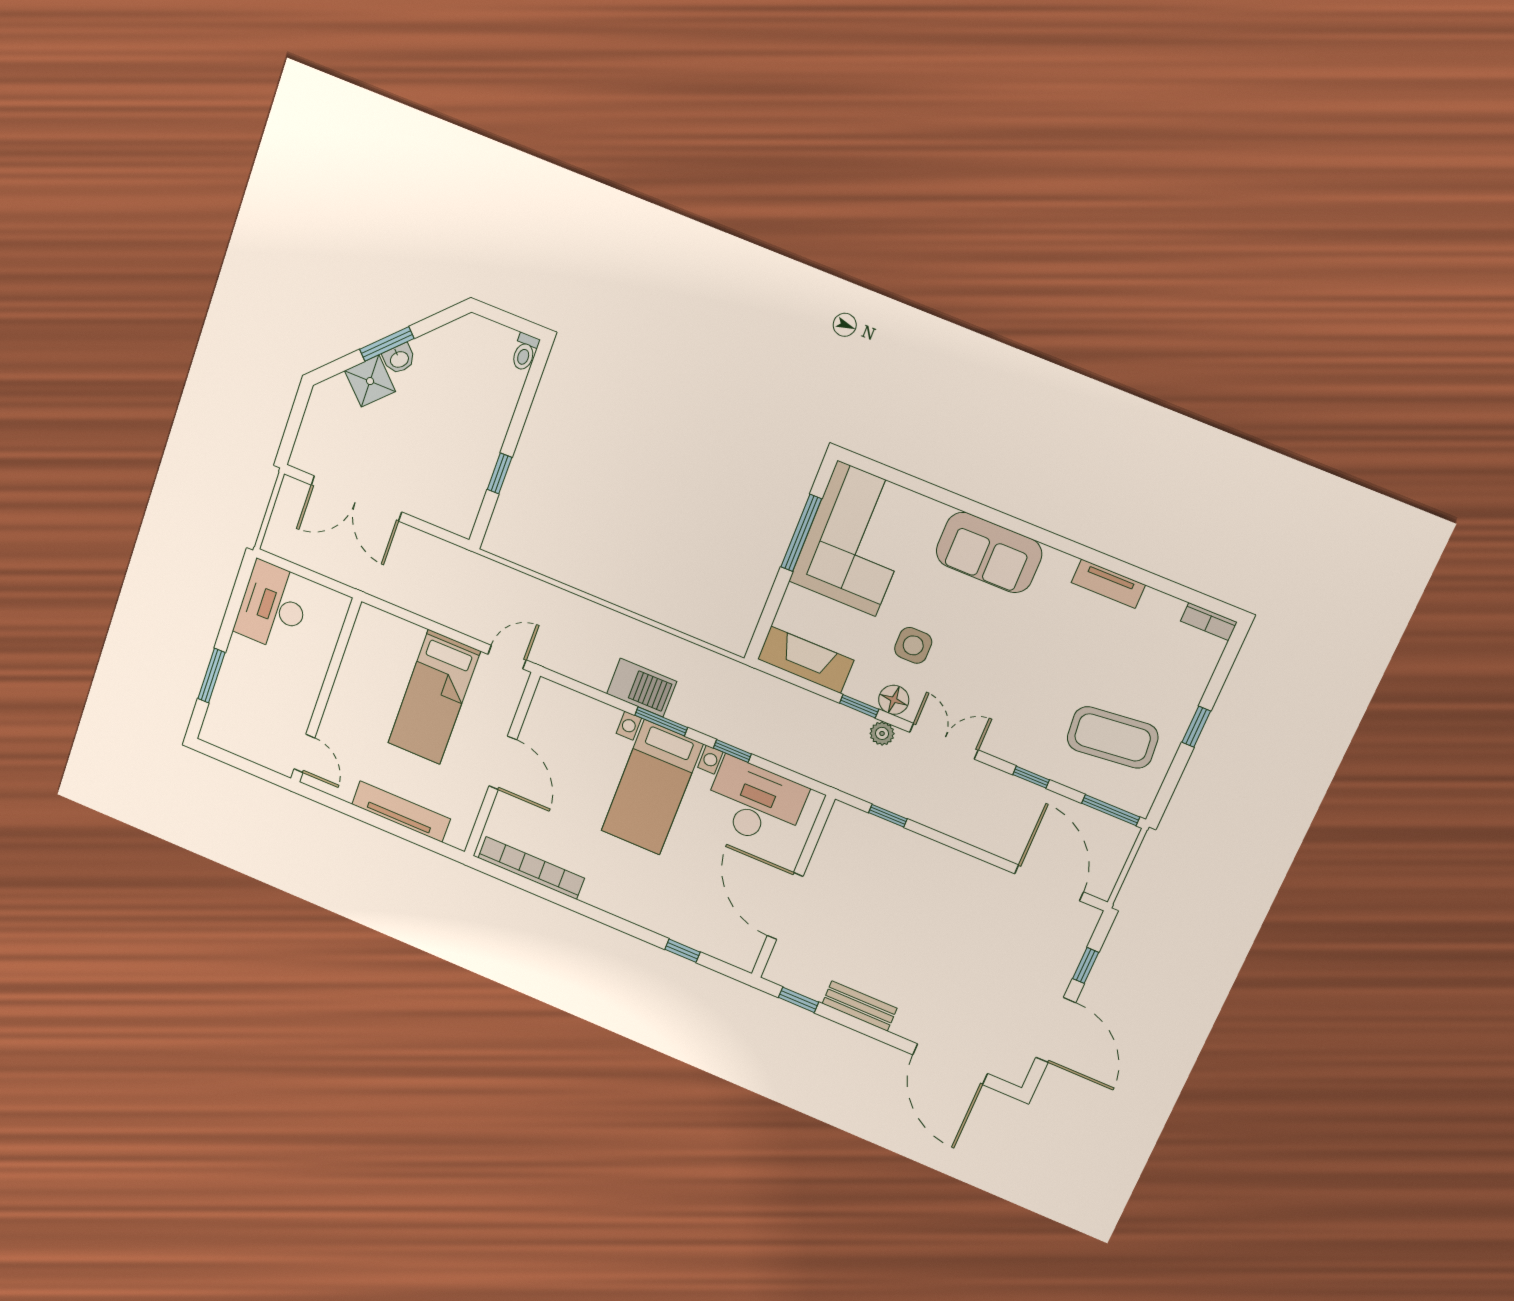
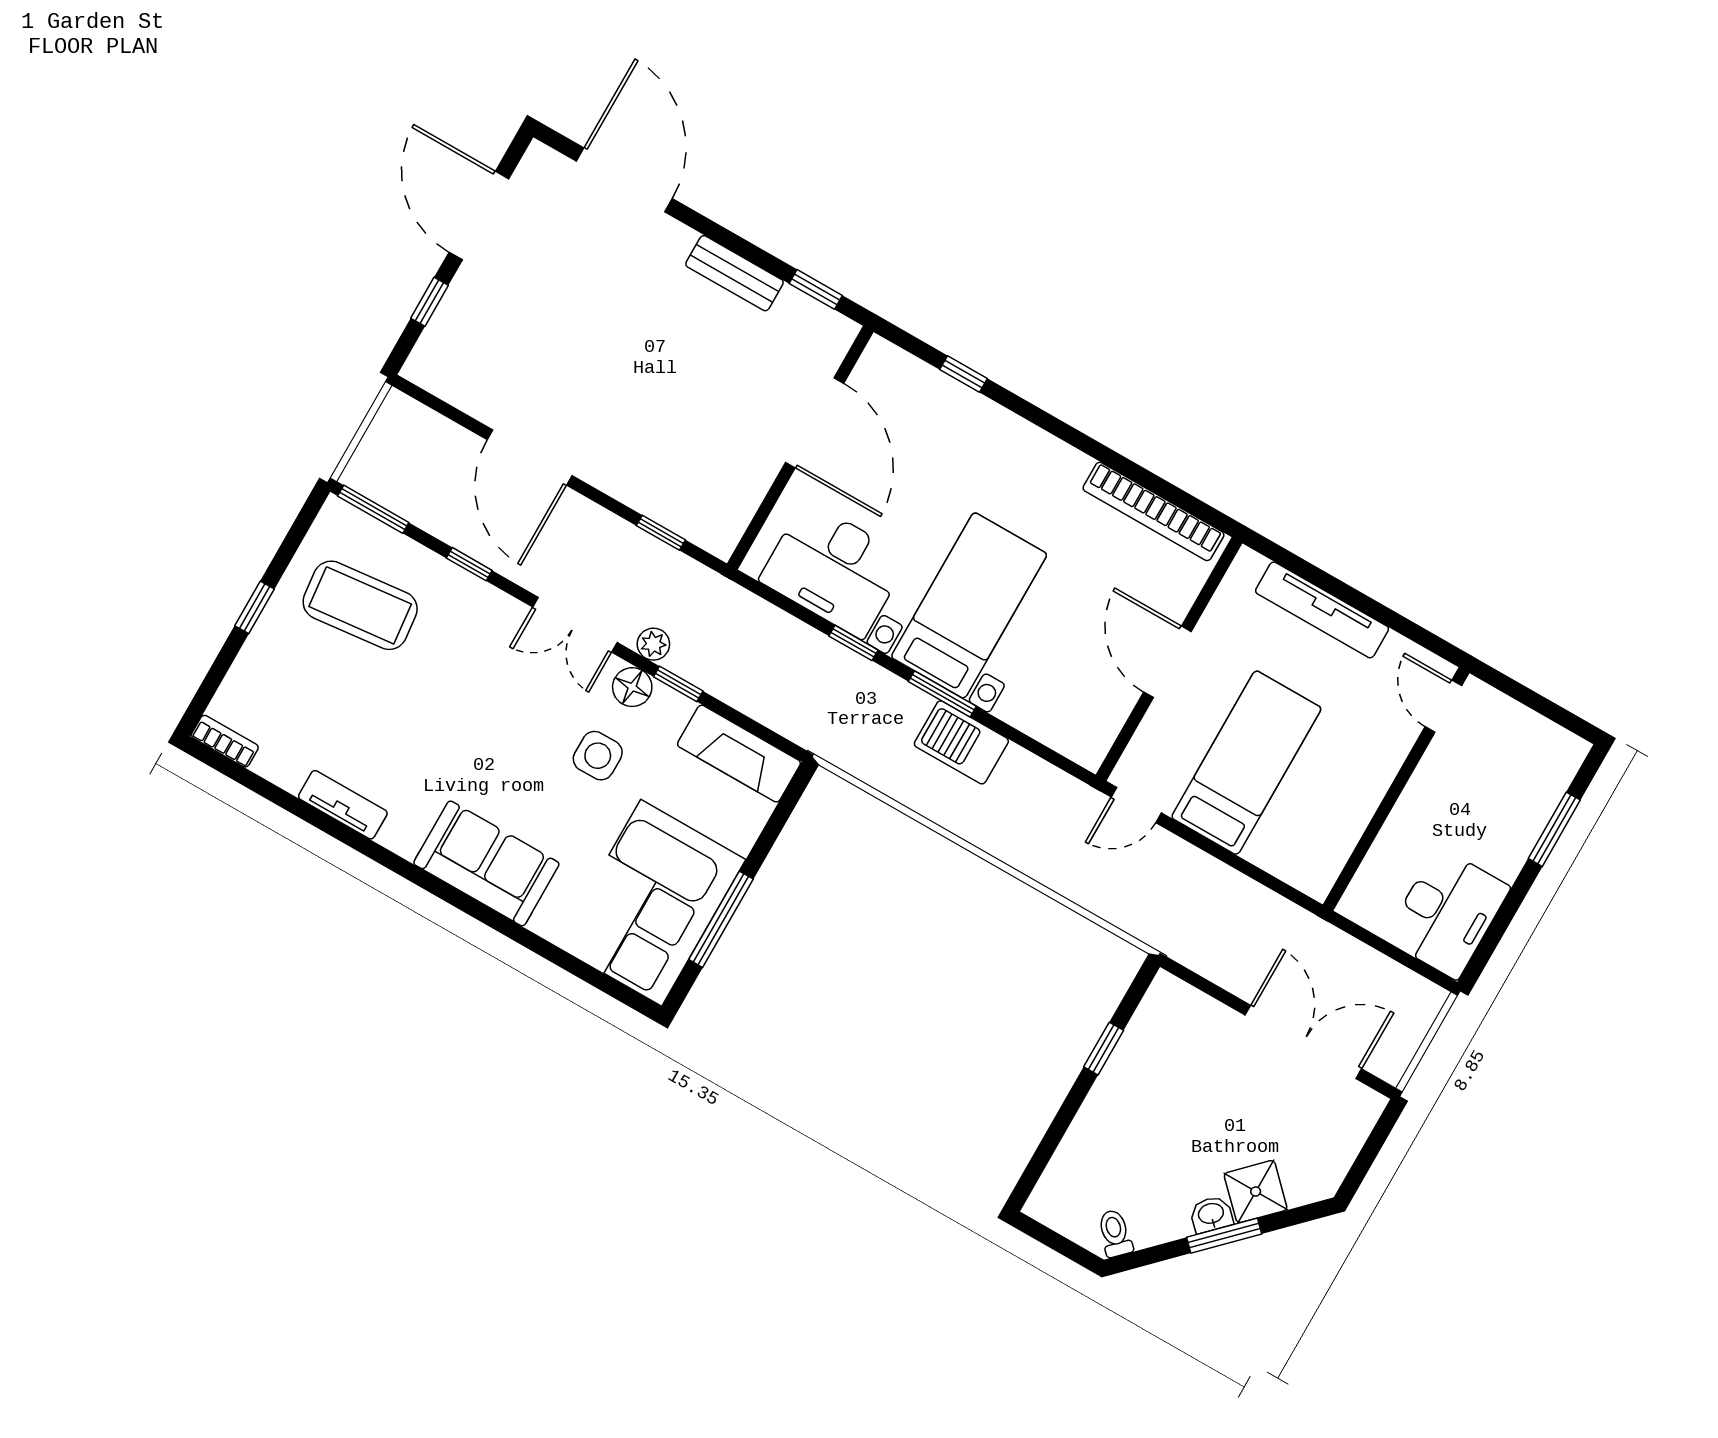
toilet: (525, 352) -> (1115, 1233), moved, turned -45
door: (1049, 883) -> (530, 458), moved

